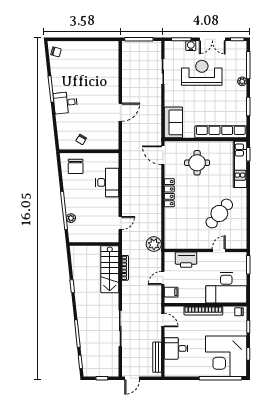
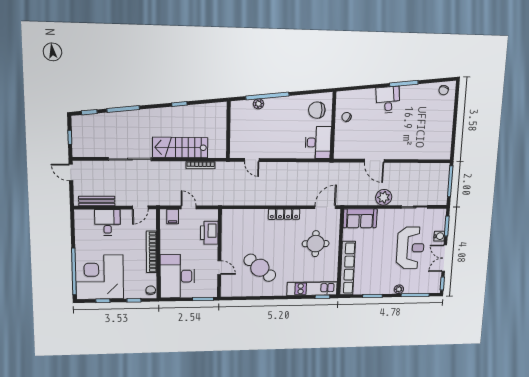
desk: (107, 182) -> (318, 143), moved, turned -90
plant: (154, 244) -> (384, 197), moved
stairs: (110, 269) -> (180, 148), moved

